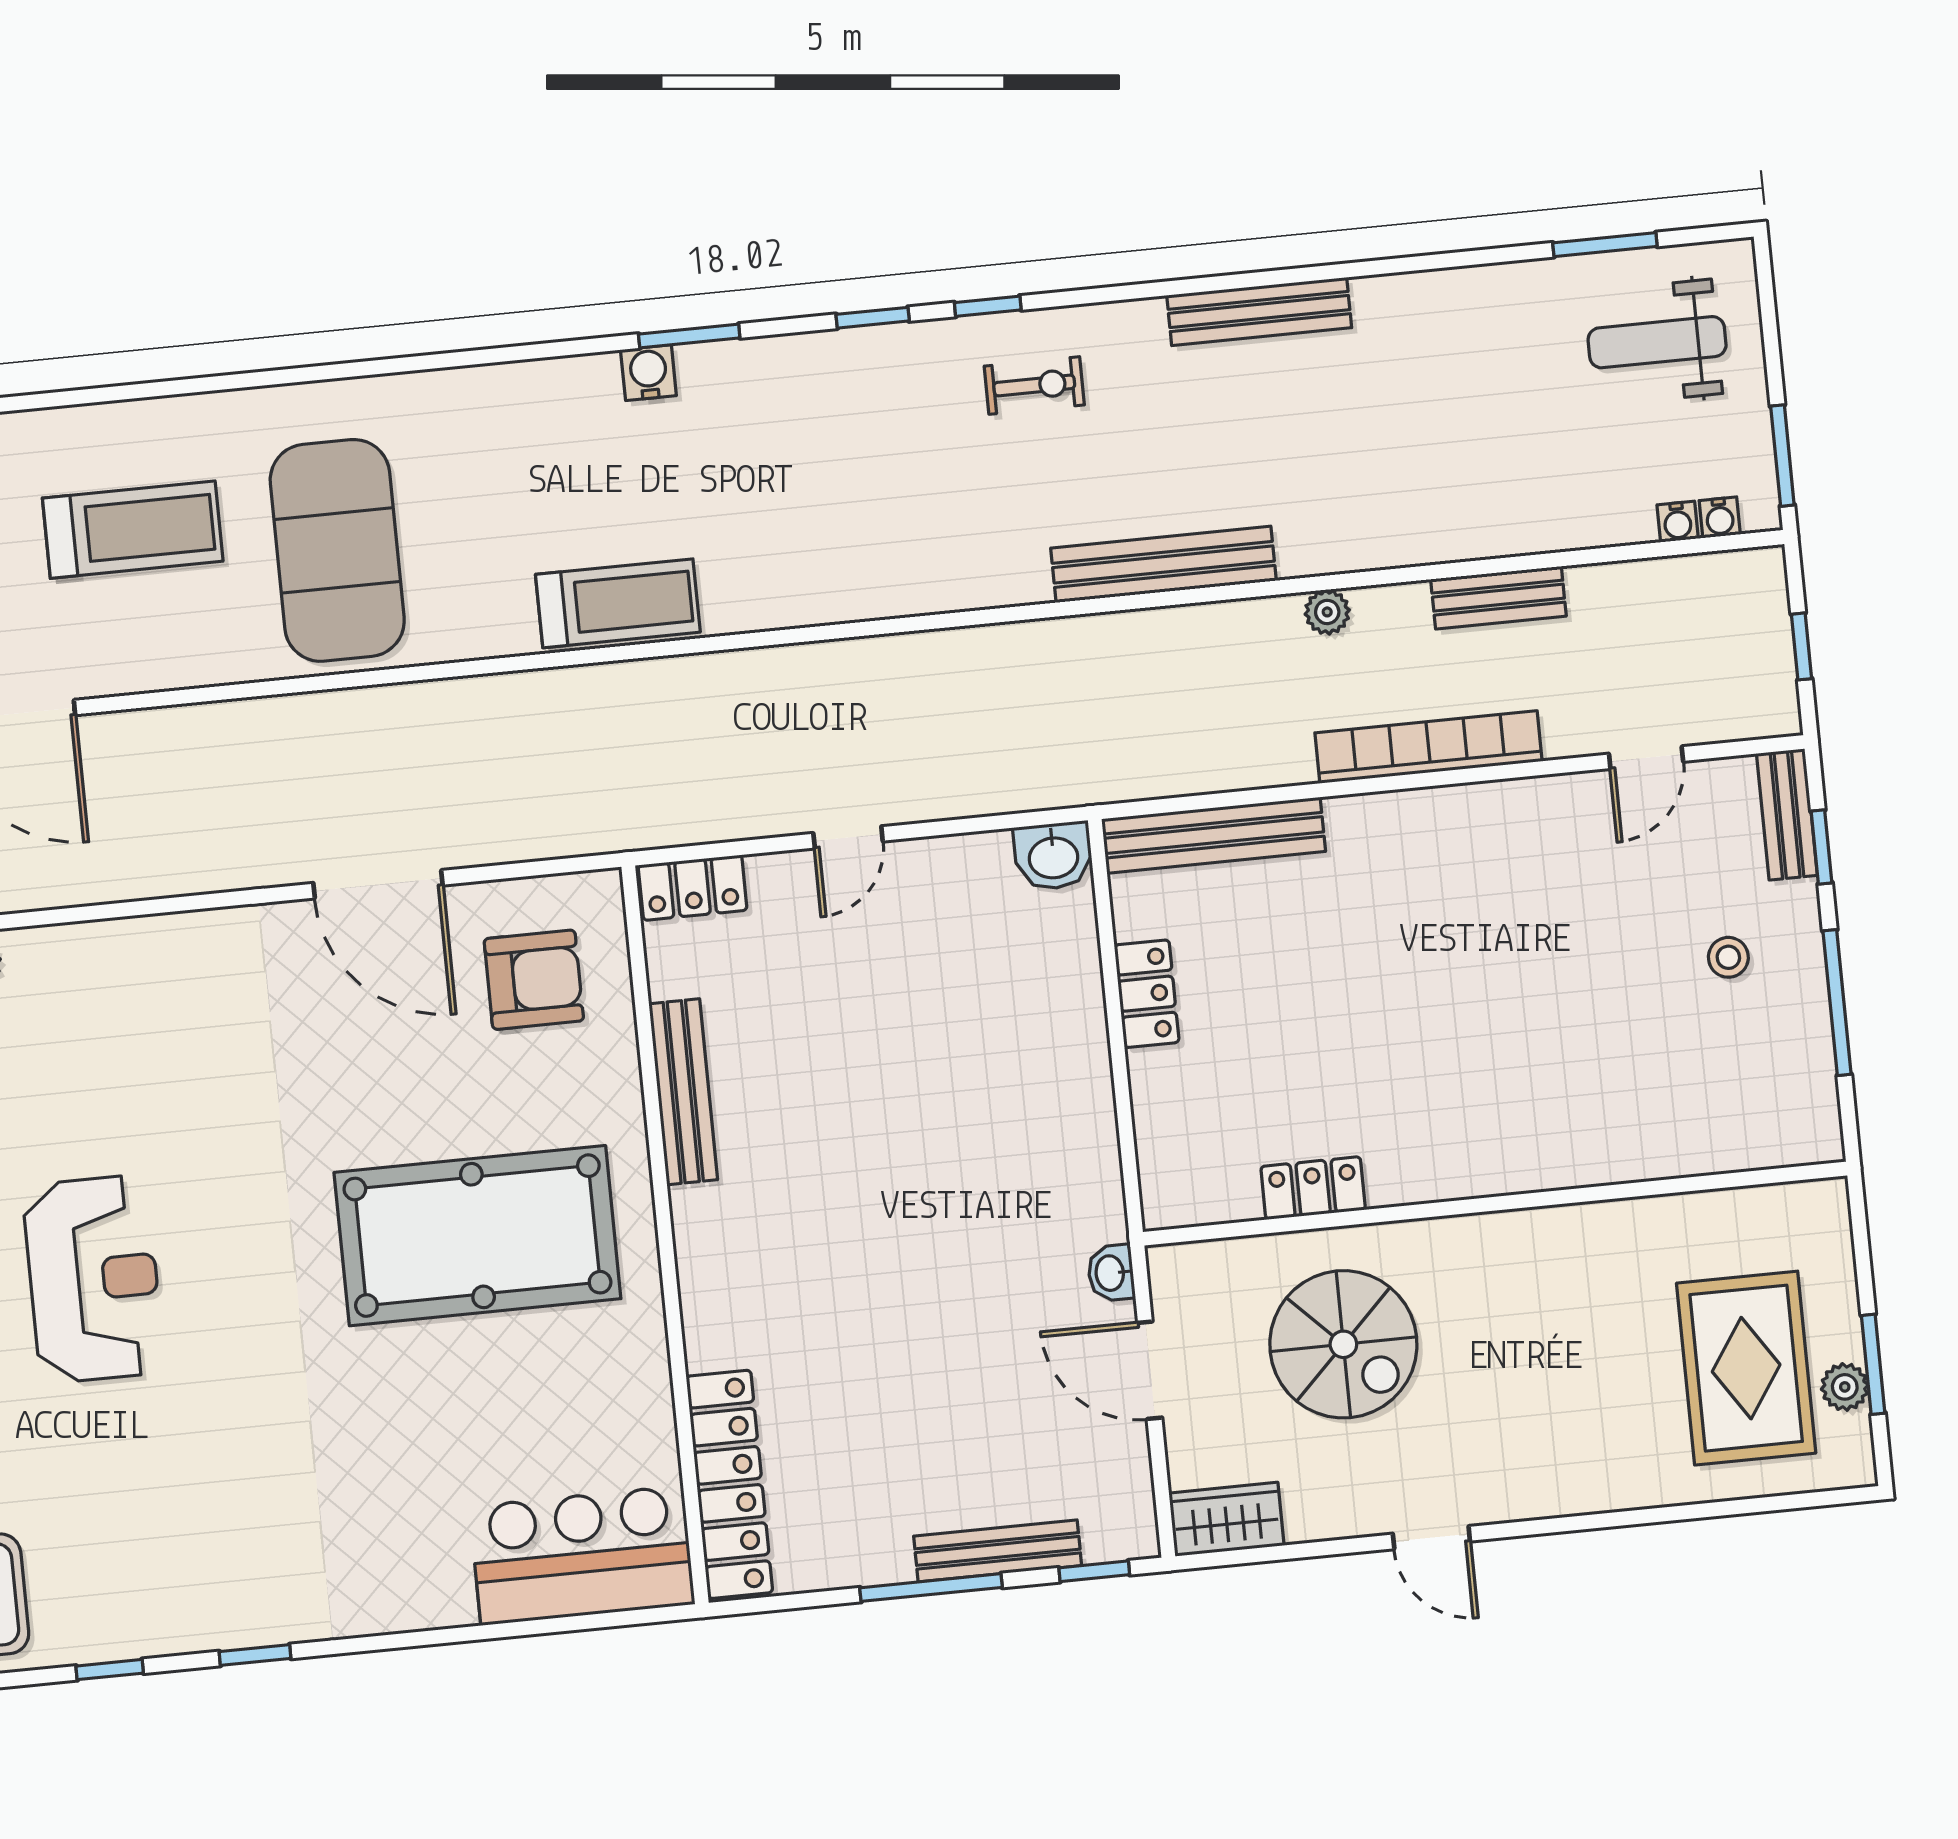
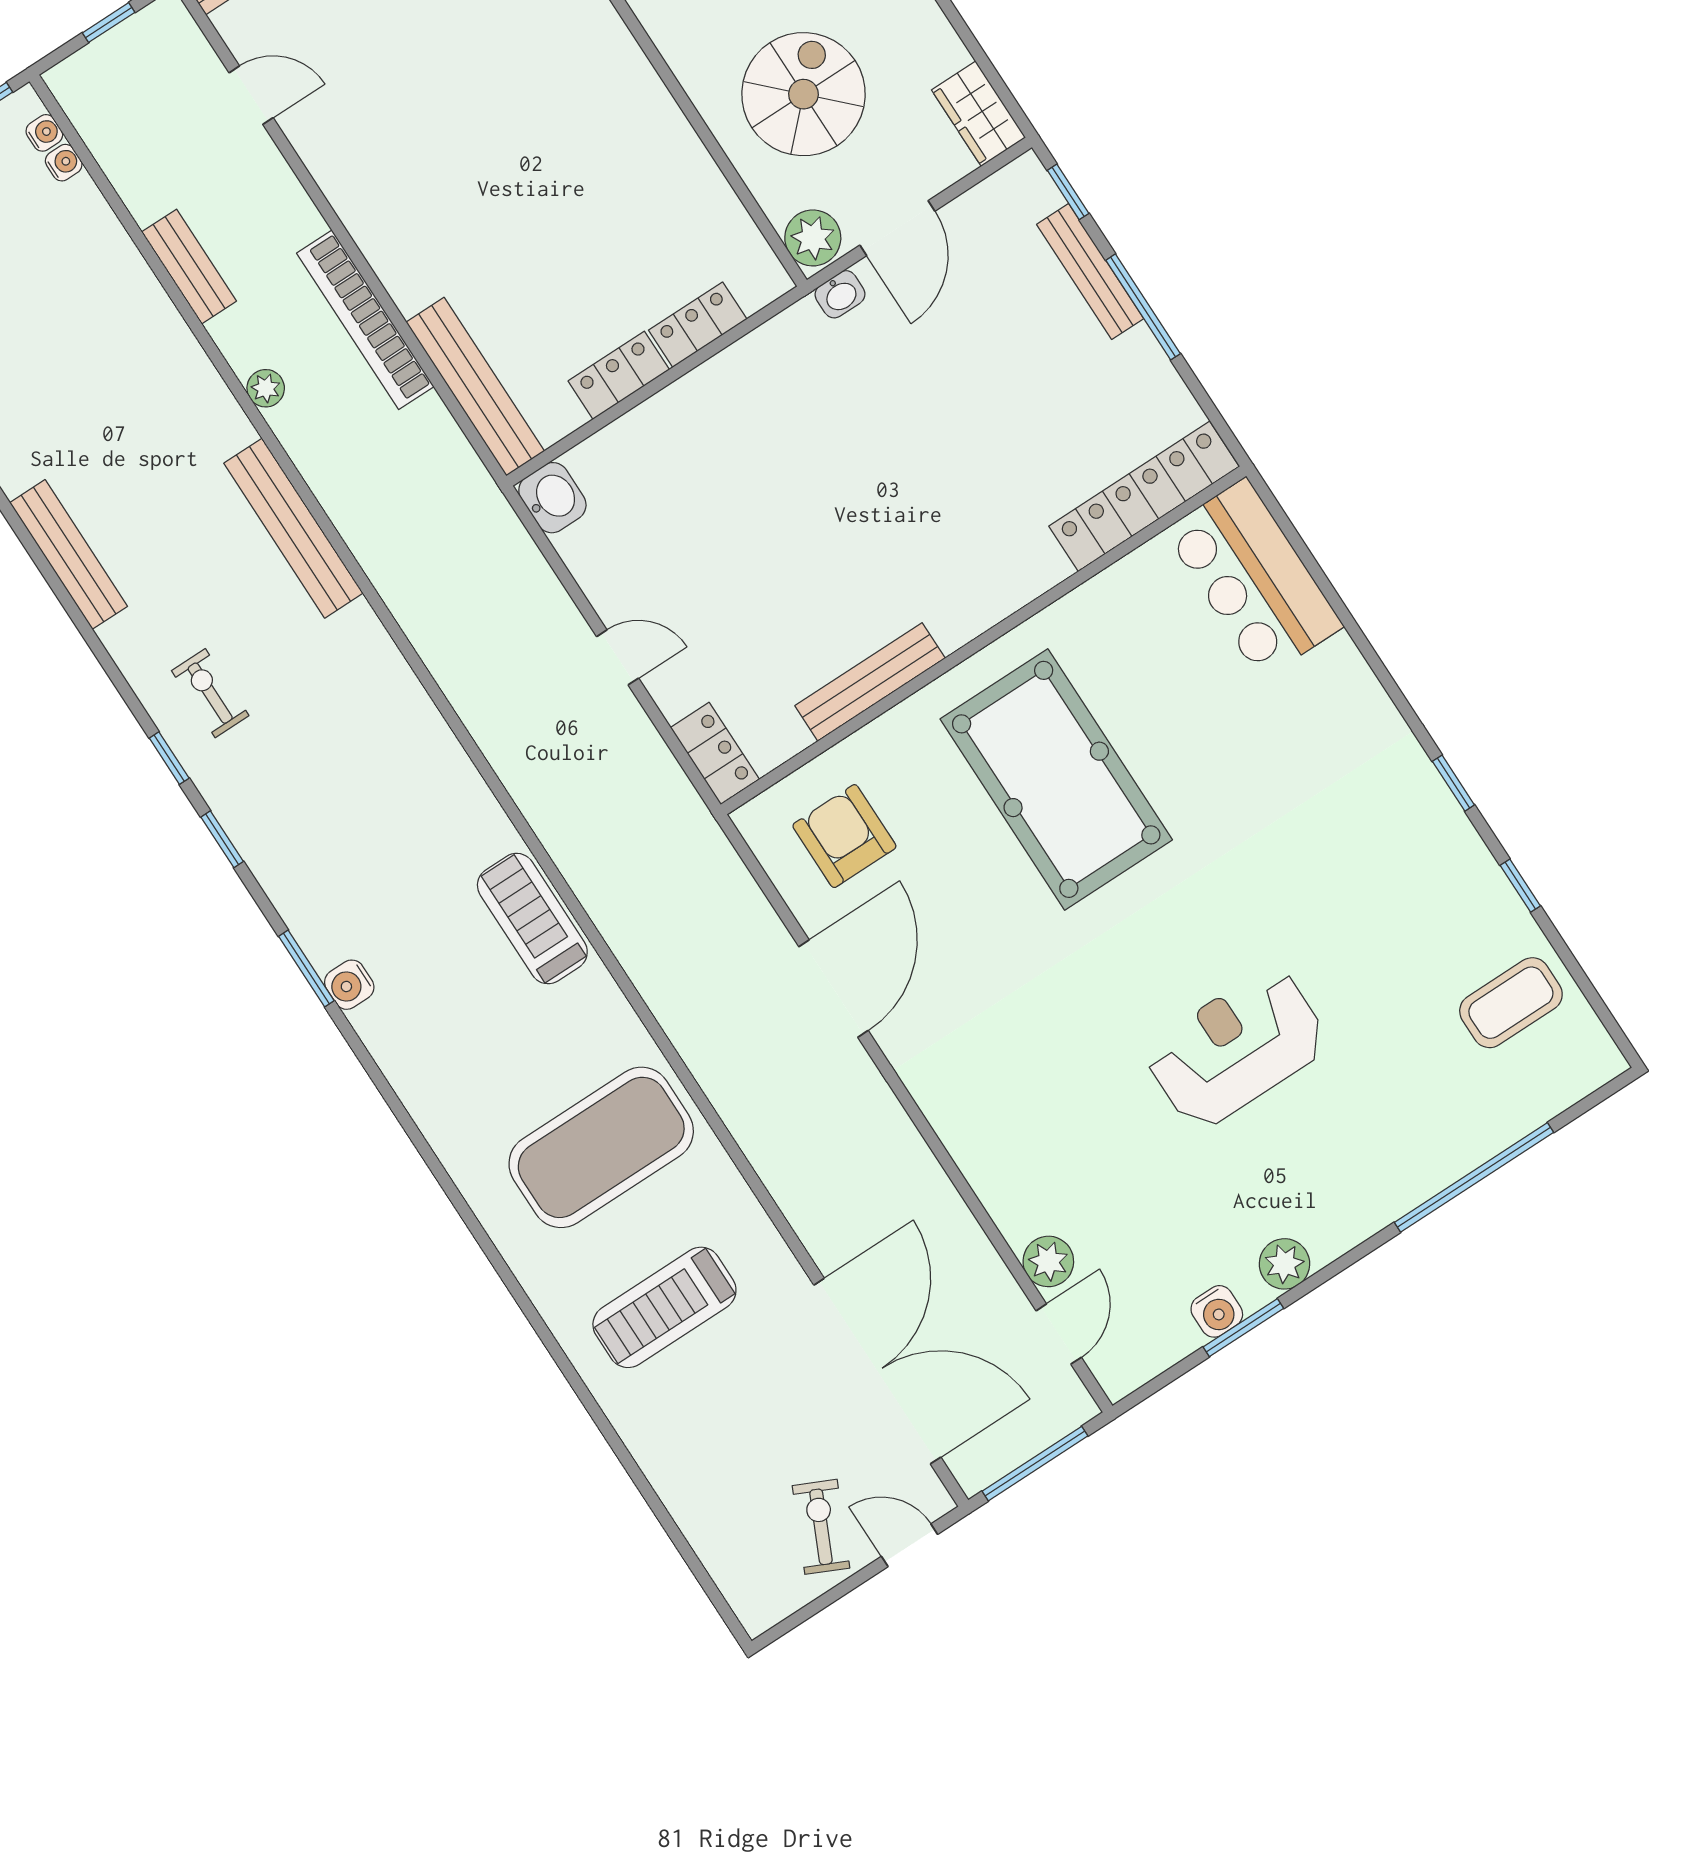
treadmill: (133, 530) -> (664, 1307), turned -90
bookcase: (1429, 747) -> (365, 320), moved
locker: (1313, 1188) -> (698, 325), moved, turned 90
plant: (1186, 1275) -> (813, 238), added

